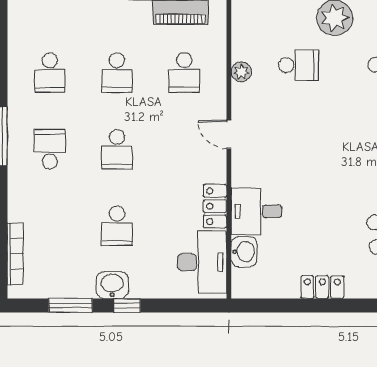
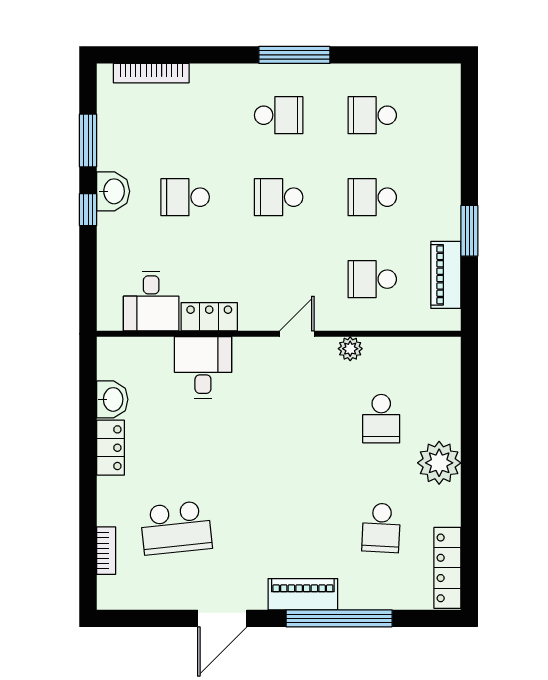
plant: (241, 72) -> (350, 349), moved
washbasin: (244, 252) -> (112, 399), moved, turned -90
desk: (202, 262) -> (151, 301), width x0.73

